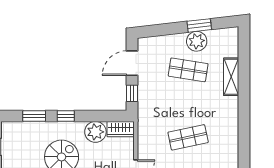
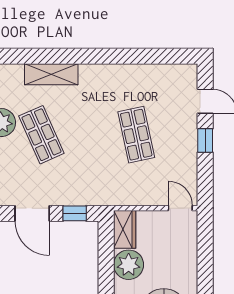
shop shelf: (188, 70) -> (41, 135), turned -33

